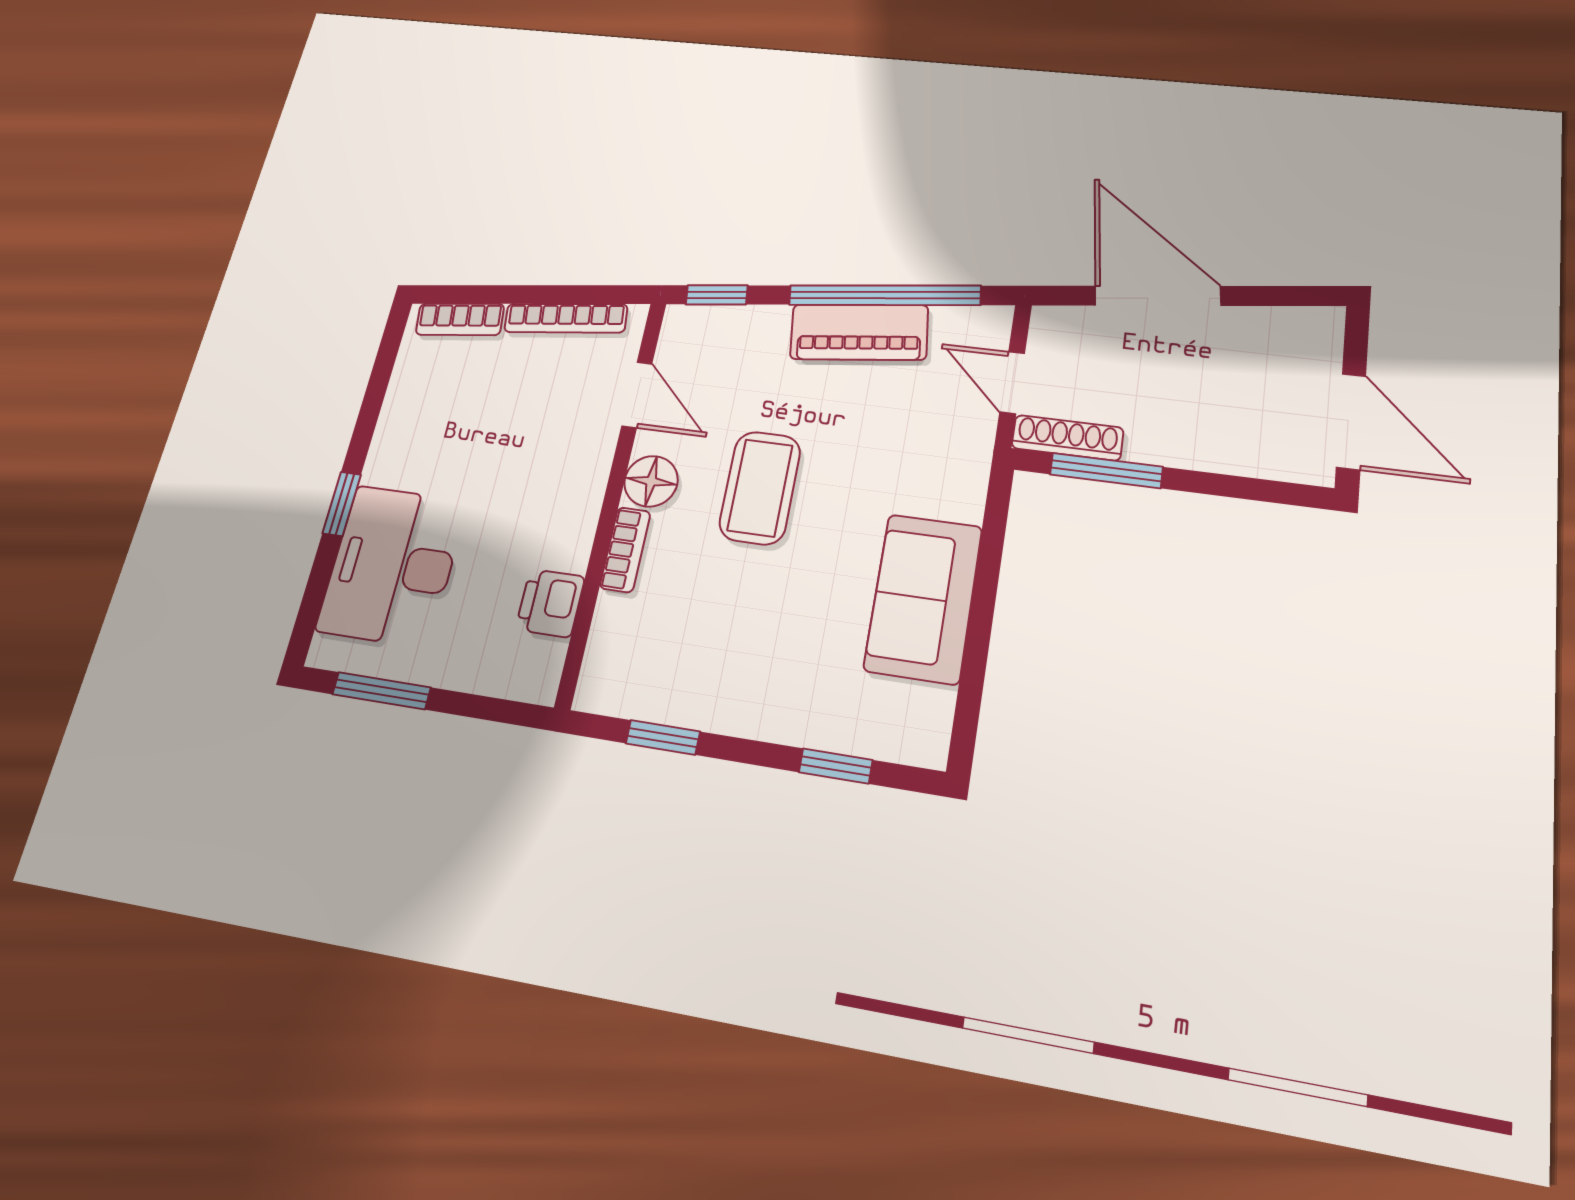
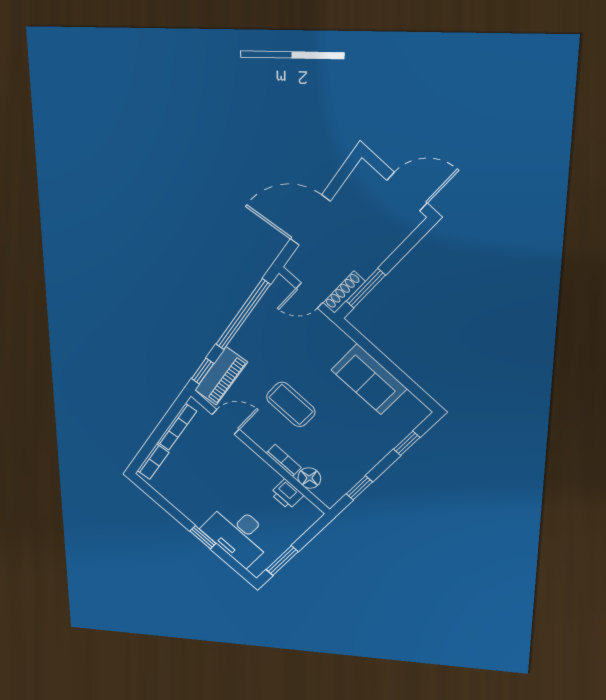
piano: (859, 332) -> (221, 376), moved
floor lamp: (651, 481) -> (309, 478), moved

